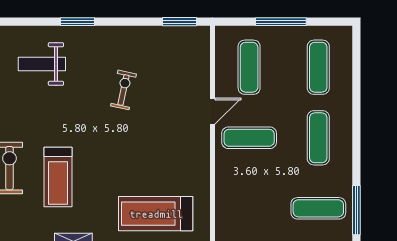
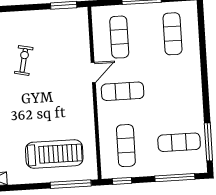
exercise mat: (318, 138) -> (126, 146), moved
treadmill: (156, 214) -> (54, 154), turned 180

